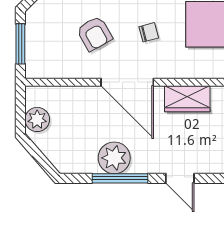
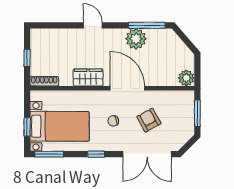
plant: (37, 119) -> (186, 78), moved
window: (120, 178) -> (147, 25), moved

